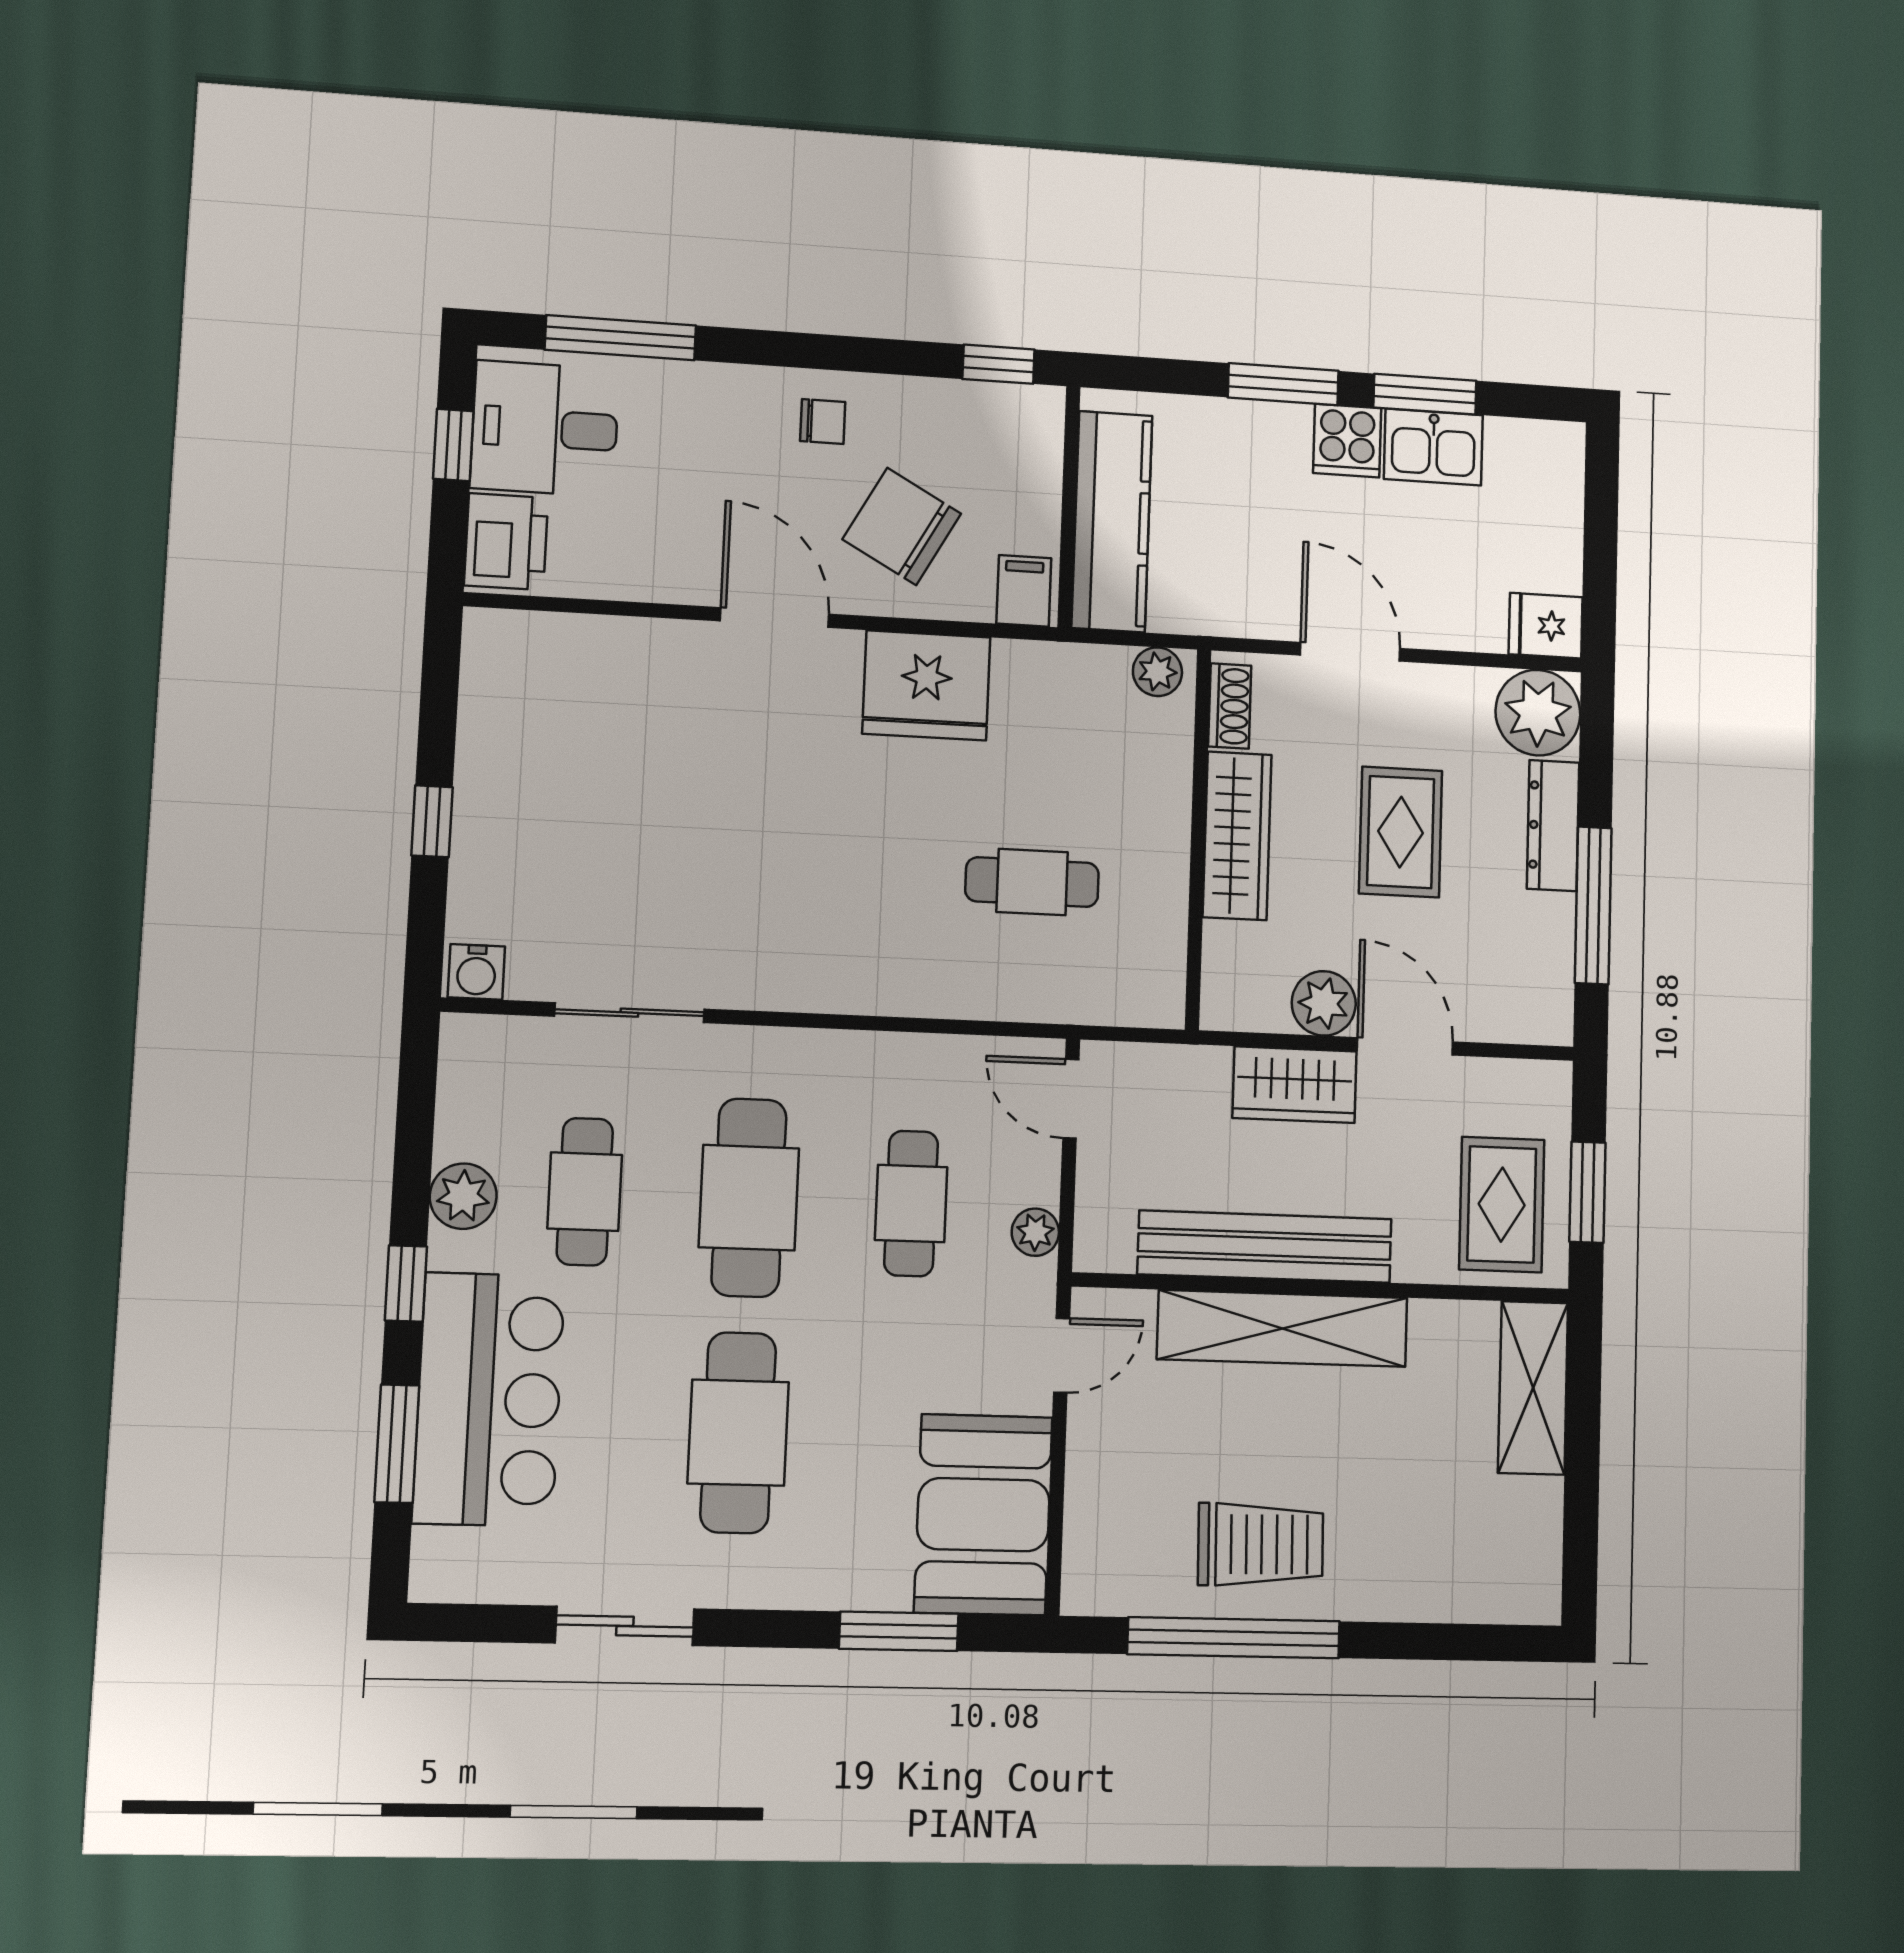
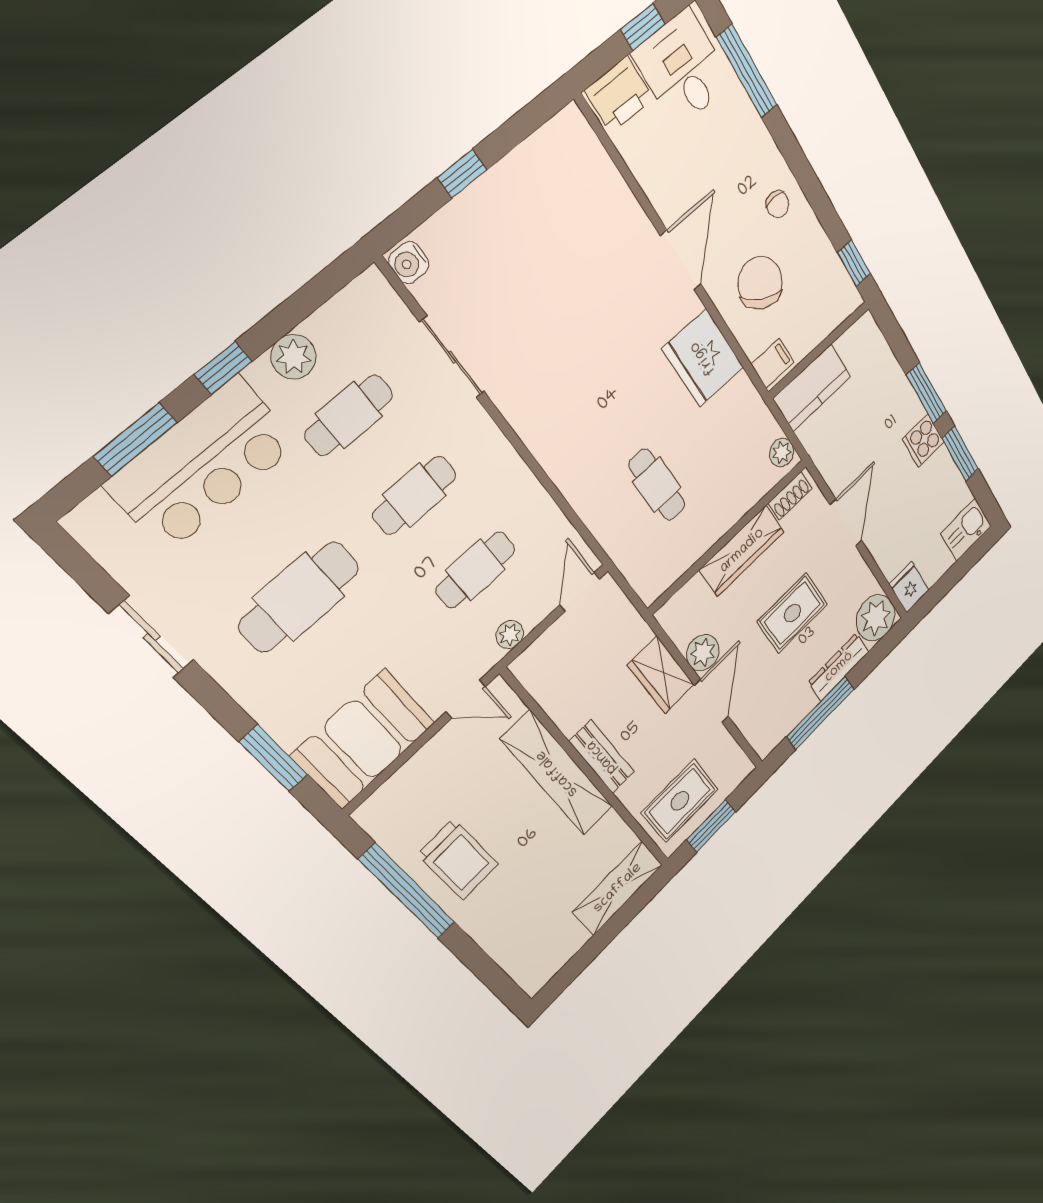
kitchen sink: (1433, 447) -> (966, 530), moved, turned 90
kitchen counter: (1112, 522) -> (812, 388), width x0.67
cafe table: (749, 1198) -> (415, 495), width x0.73, depth x0.74
bench: (1265, 1247) -> (602, 757), width x0.54, depth x0.82

